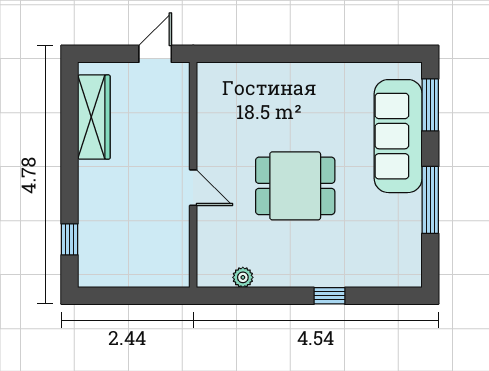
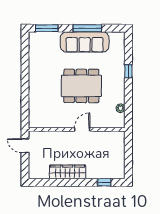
wardrobe: (94, 117) -> (68, 172), moved
sofa: (398, 136) -> (85, 42), moved
dining table: (295, 186) -> (81, 86), width x1.38

